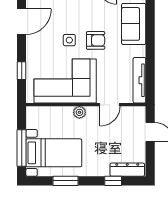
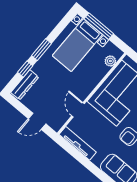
plant: (79, 112) -> (110, 61), moved
window: (66, 181) -> (42, 50), moved

